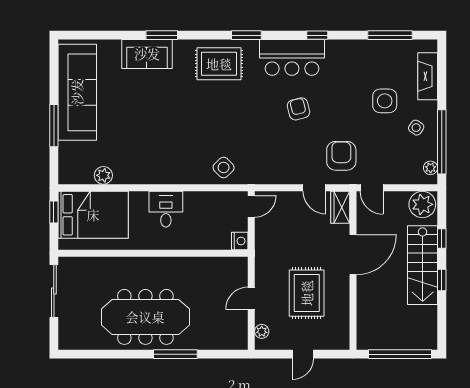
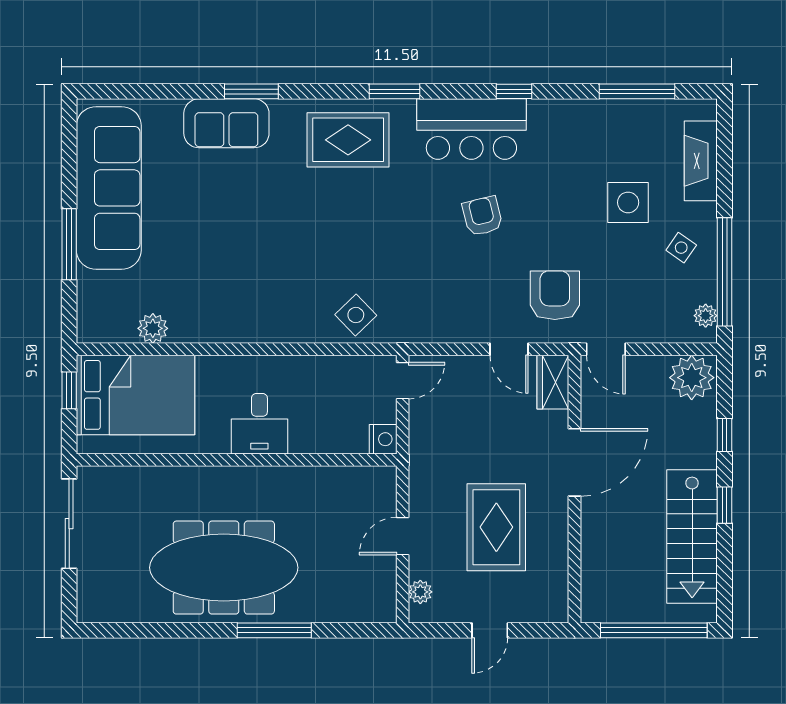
desk: (166, 209) -> (259, 424), moved, turned 180
stairs: (423, 265) -> (692, 536), moved

